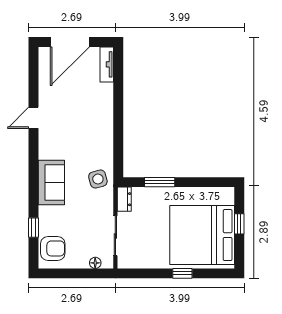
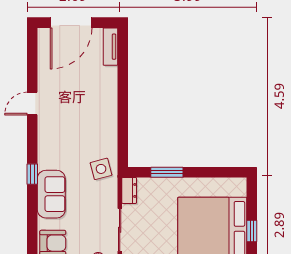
sofa: (51, 182) -> (51, 194), moved
window: (239, 224) -> (252, 231), moved
window: (34, 228) -> (32, 174), moved

